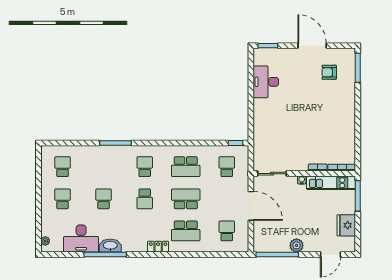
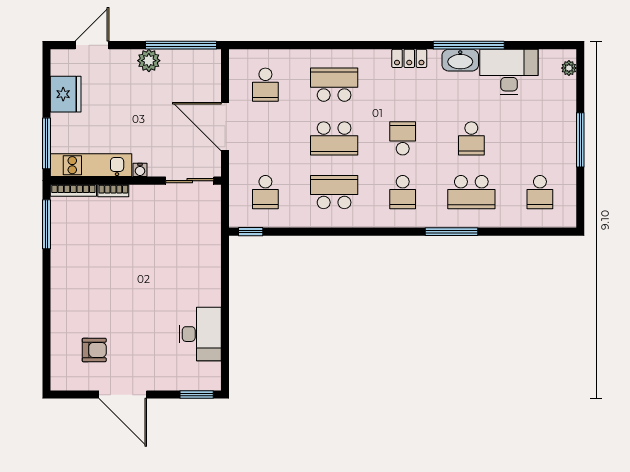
window: (358, 68) -> (46, 224), moved
window: (38, 198) -> (580, 140), added
school desk: (63, 199) -> (471, 192), moved, width x1.85
locker: (158, 247) -> (409, 58), moved

